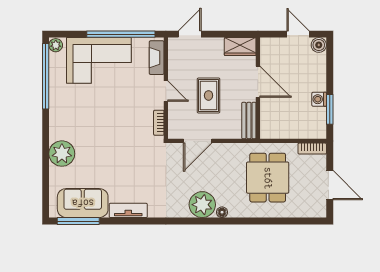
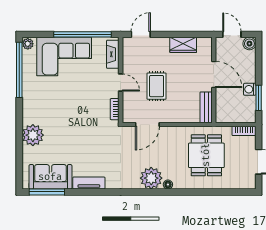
door: (258, 82) -> (214, 75), moved
wall: (258, 88) -> (214, 80), moved
bench: (249, 121) -> (206, 107), moved

